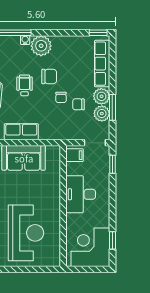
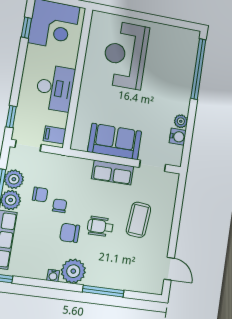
water cooler: (25, 40) -> (53, 275), moved
wheelchair: (25, 85) -> (100, 226), turned 90

